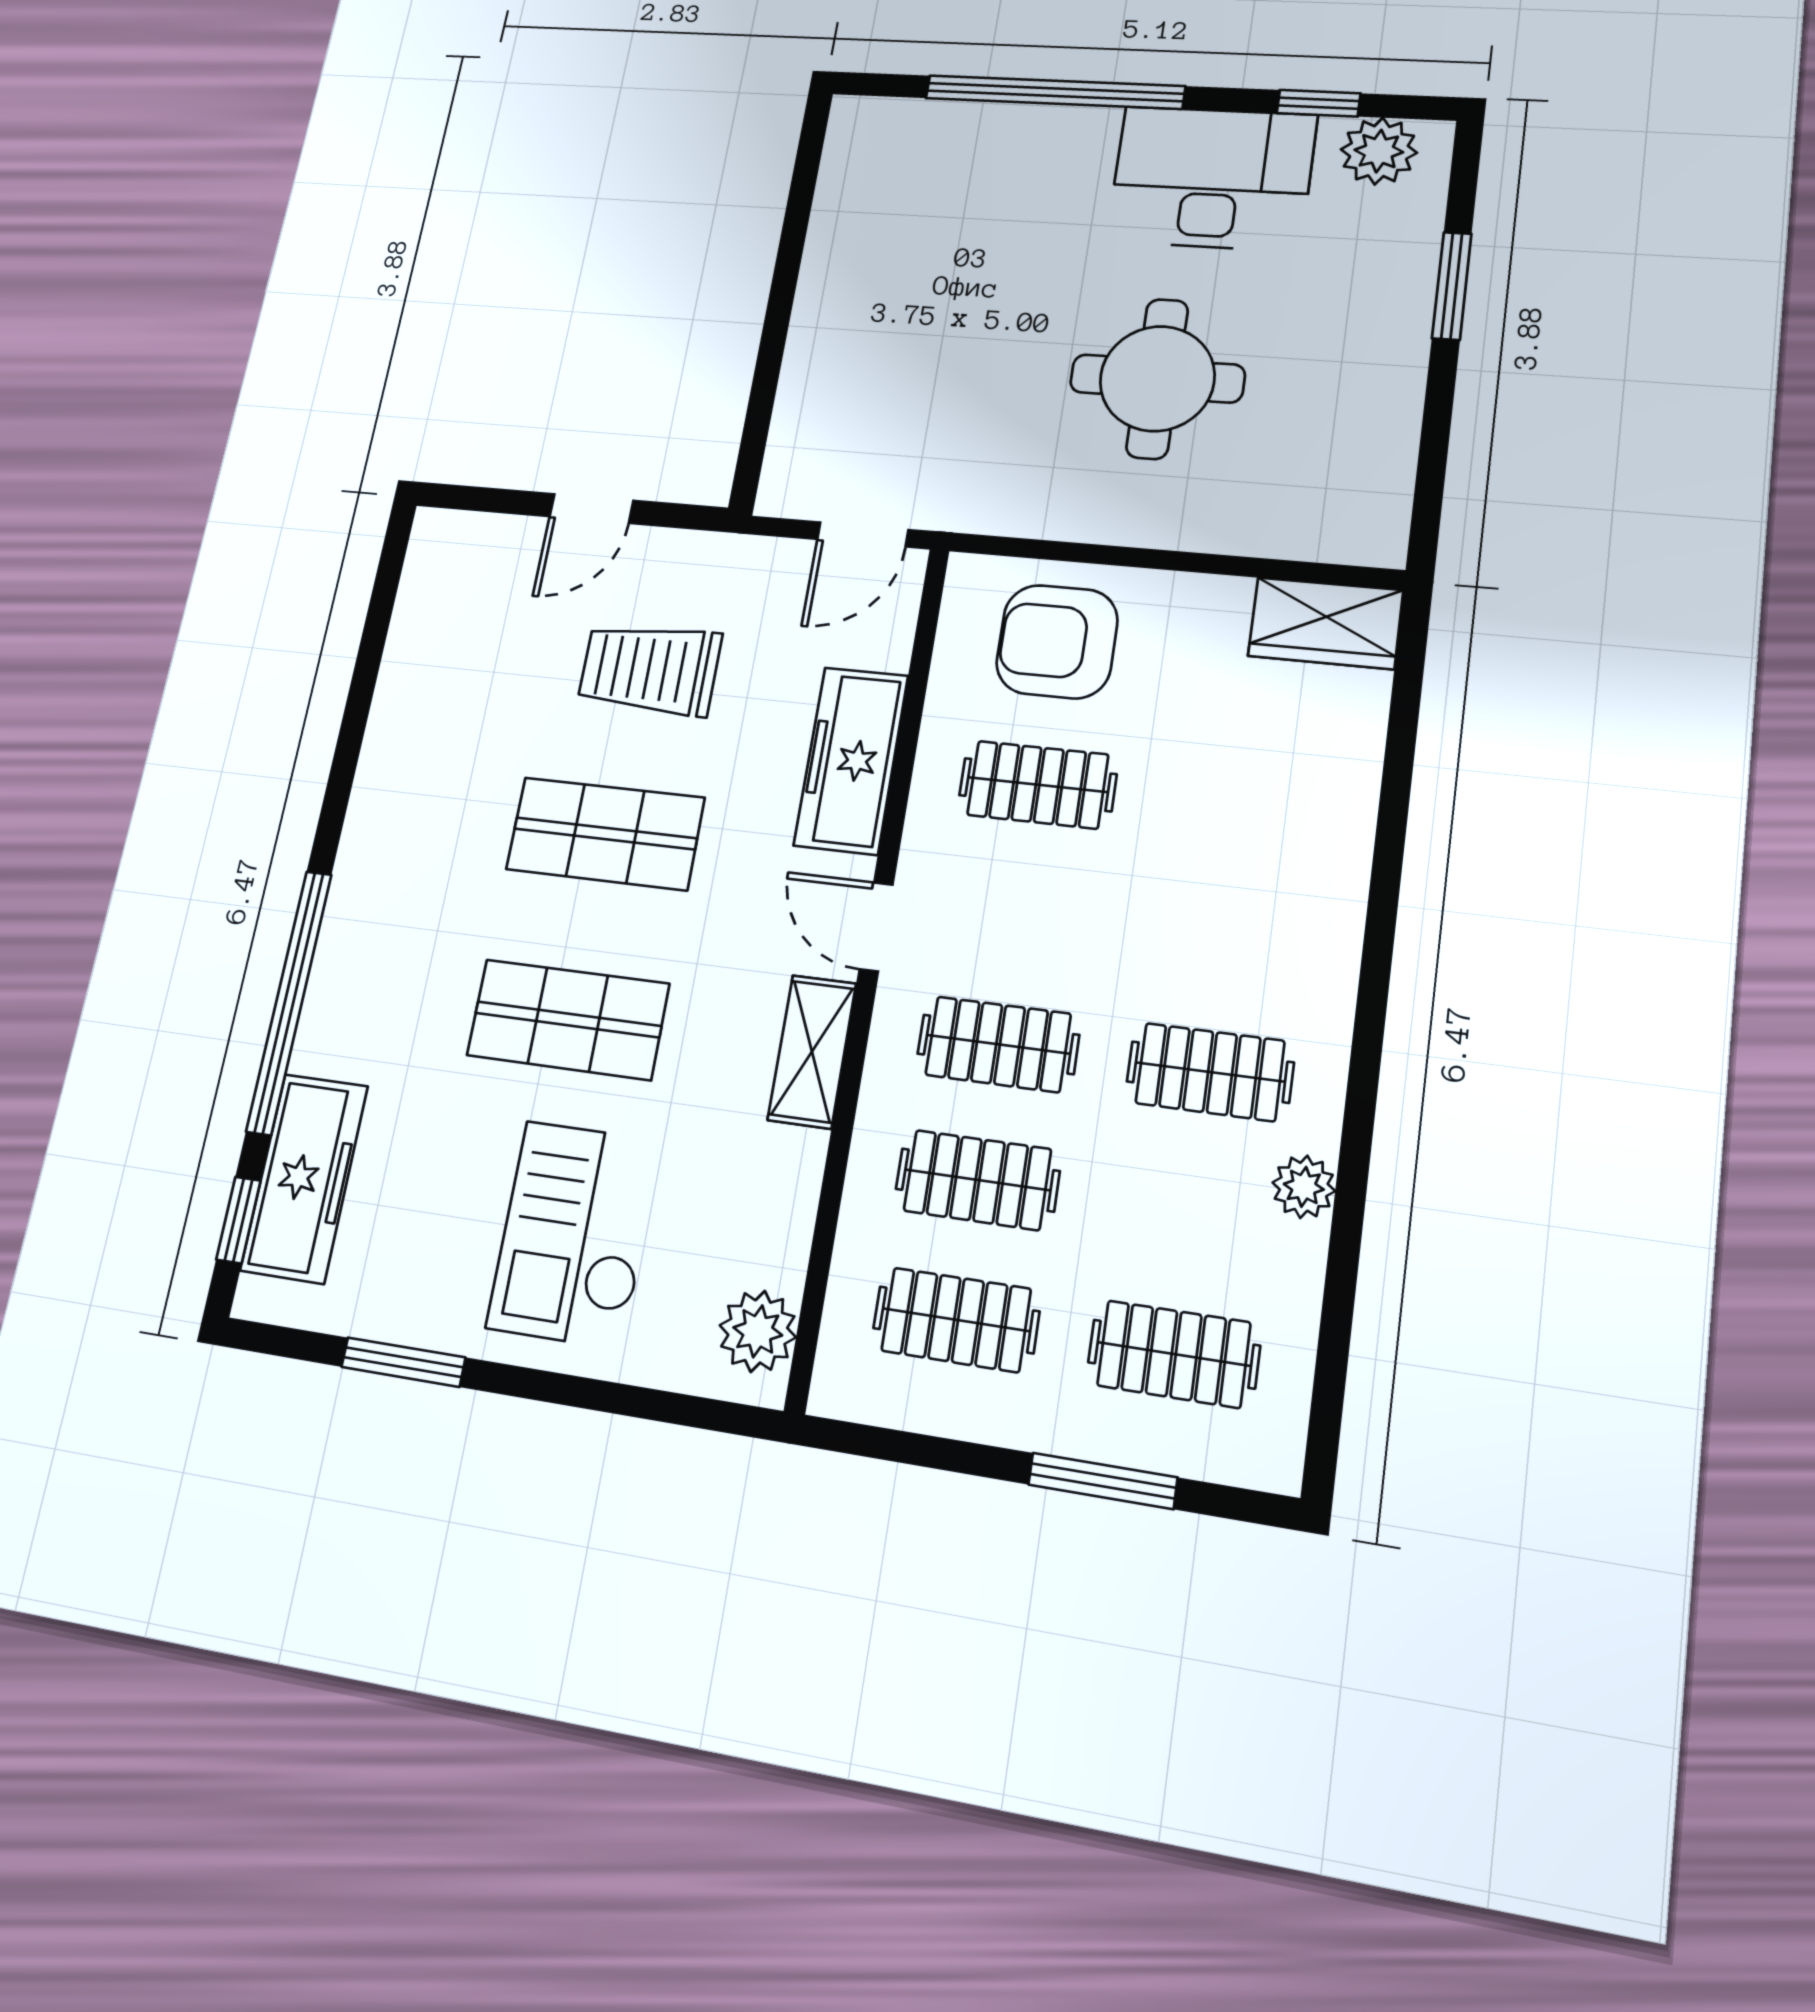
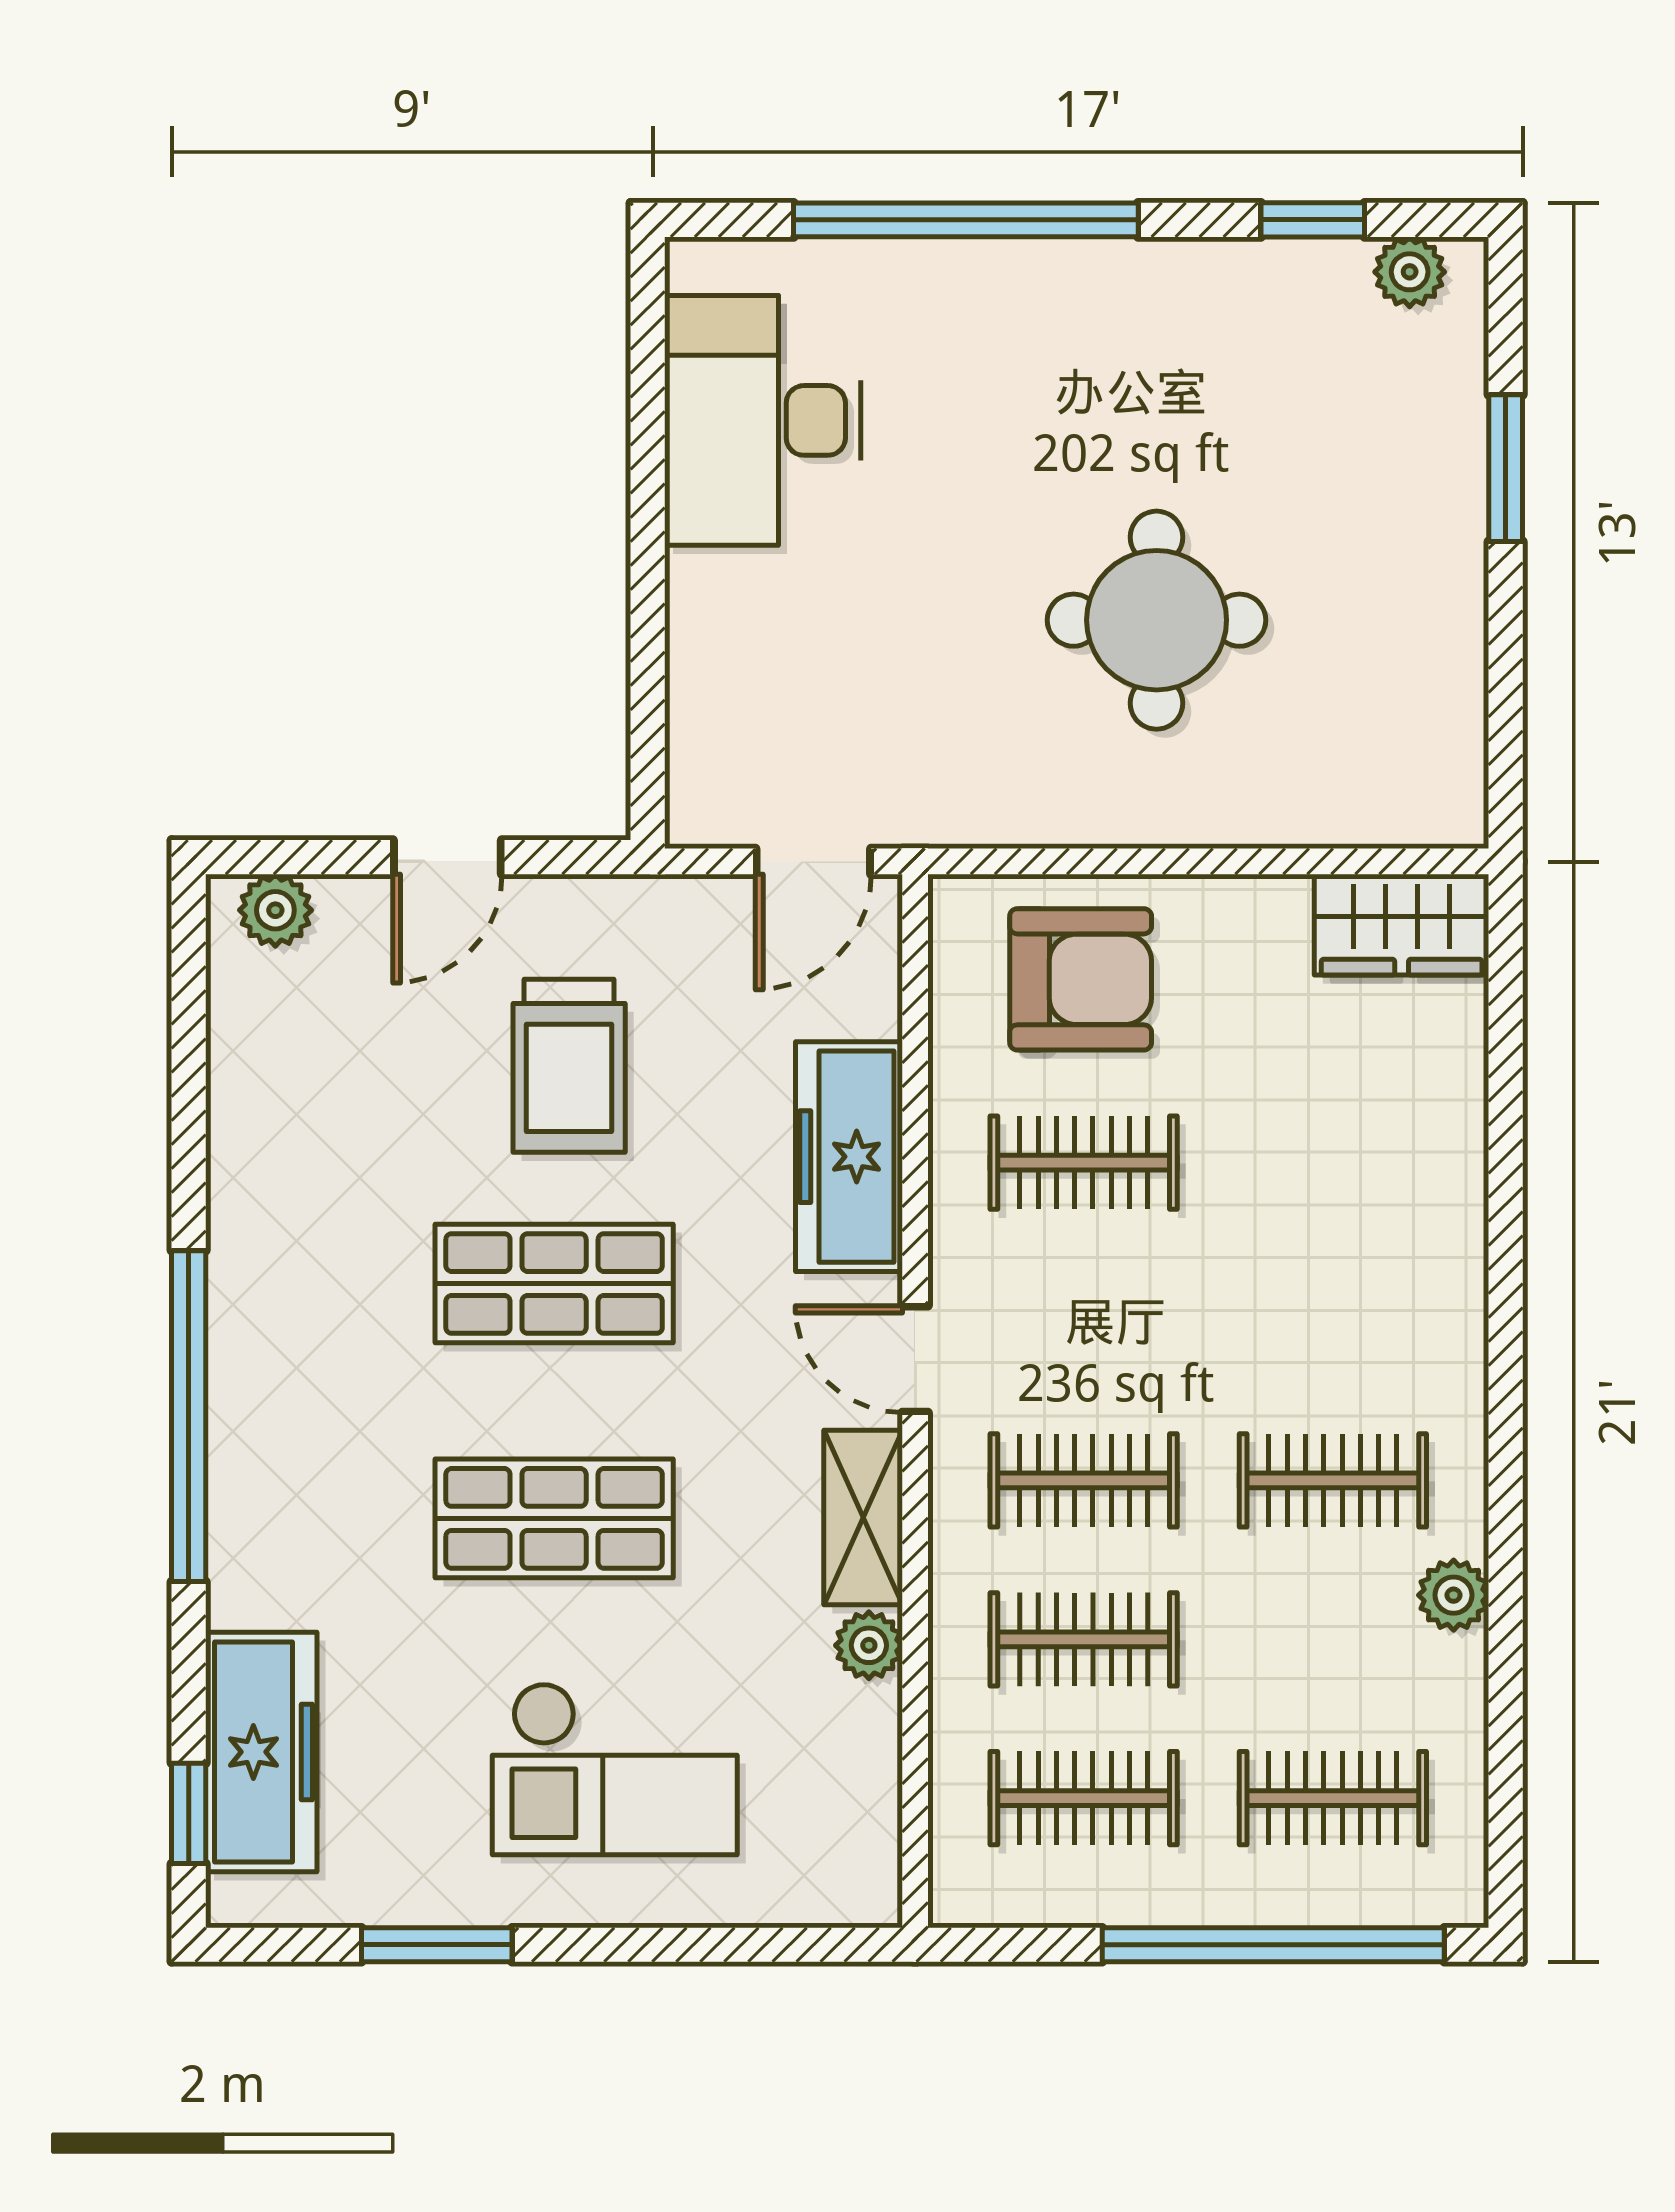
plant: (1379, 151) -> (1410, 272), width x0.73, depth x0.73
desk: (1212, 178) -> (763, 420), moved, turned -90
plant: (460, 536) -> (275, 910), added
armchair: (1057, 642) -> (1081, 979), turned 180
trolley: (650, 669) -> (569, 1066), turned -90
window: (289, 1002) -> (189, 1416), moved
checkout: (574, 1234) -> (615, 1769), turned -90
plant: (758, 1331) -> (869, 1645), moved, width x0.73, depth x0.73
window: (1103, 1481) -> (1273, 1945), width x2.11

